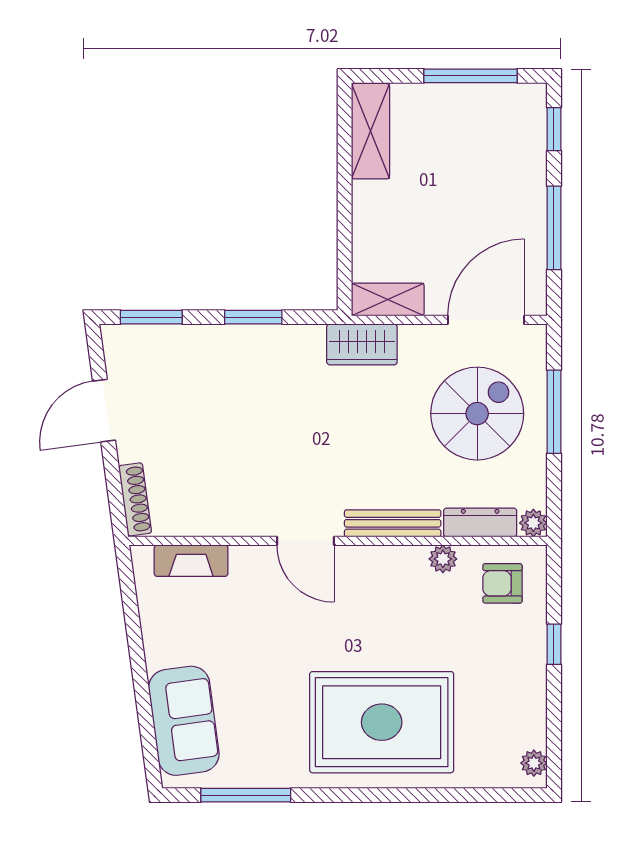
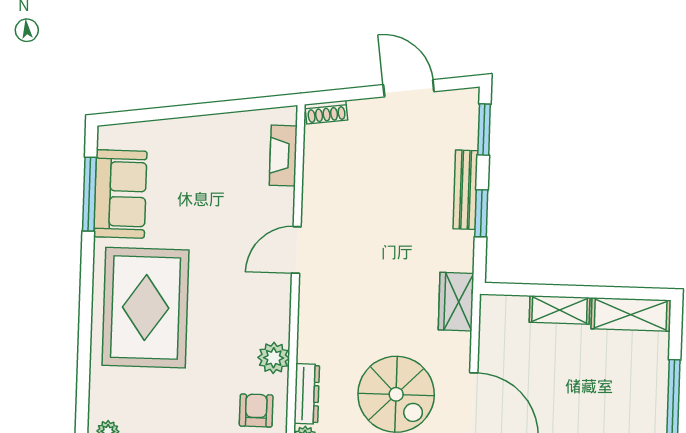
shelving: (388, 299) -> (560, 310), moved, turned 90
shoe rack: (135, 499) -> (326, 112), width x0.70
bench: (393, 523) -> (465, 190), moved
plant: (443, 559) -> (274, 358), width x1.38, depth x1.38
sofa: (184, 721) -> (120, 194), moved, turned -82

